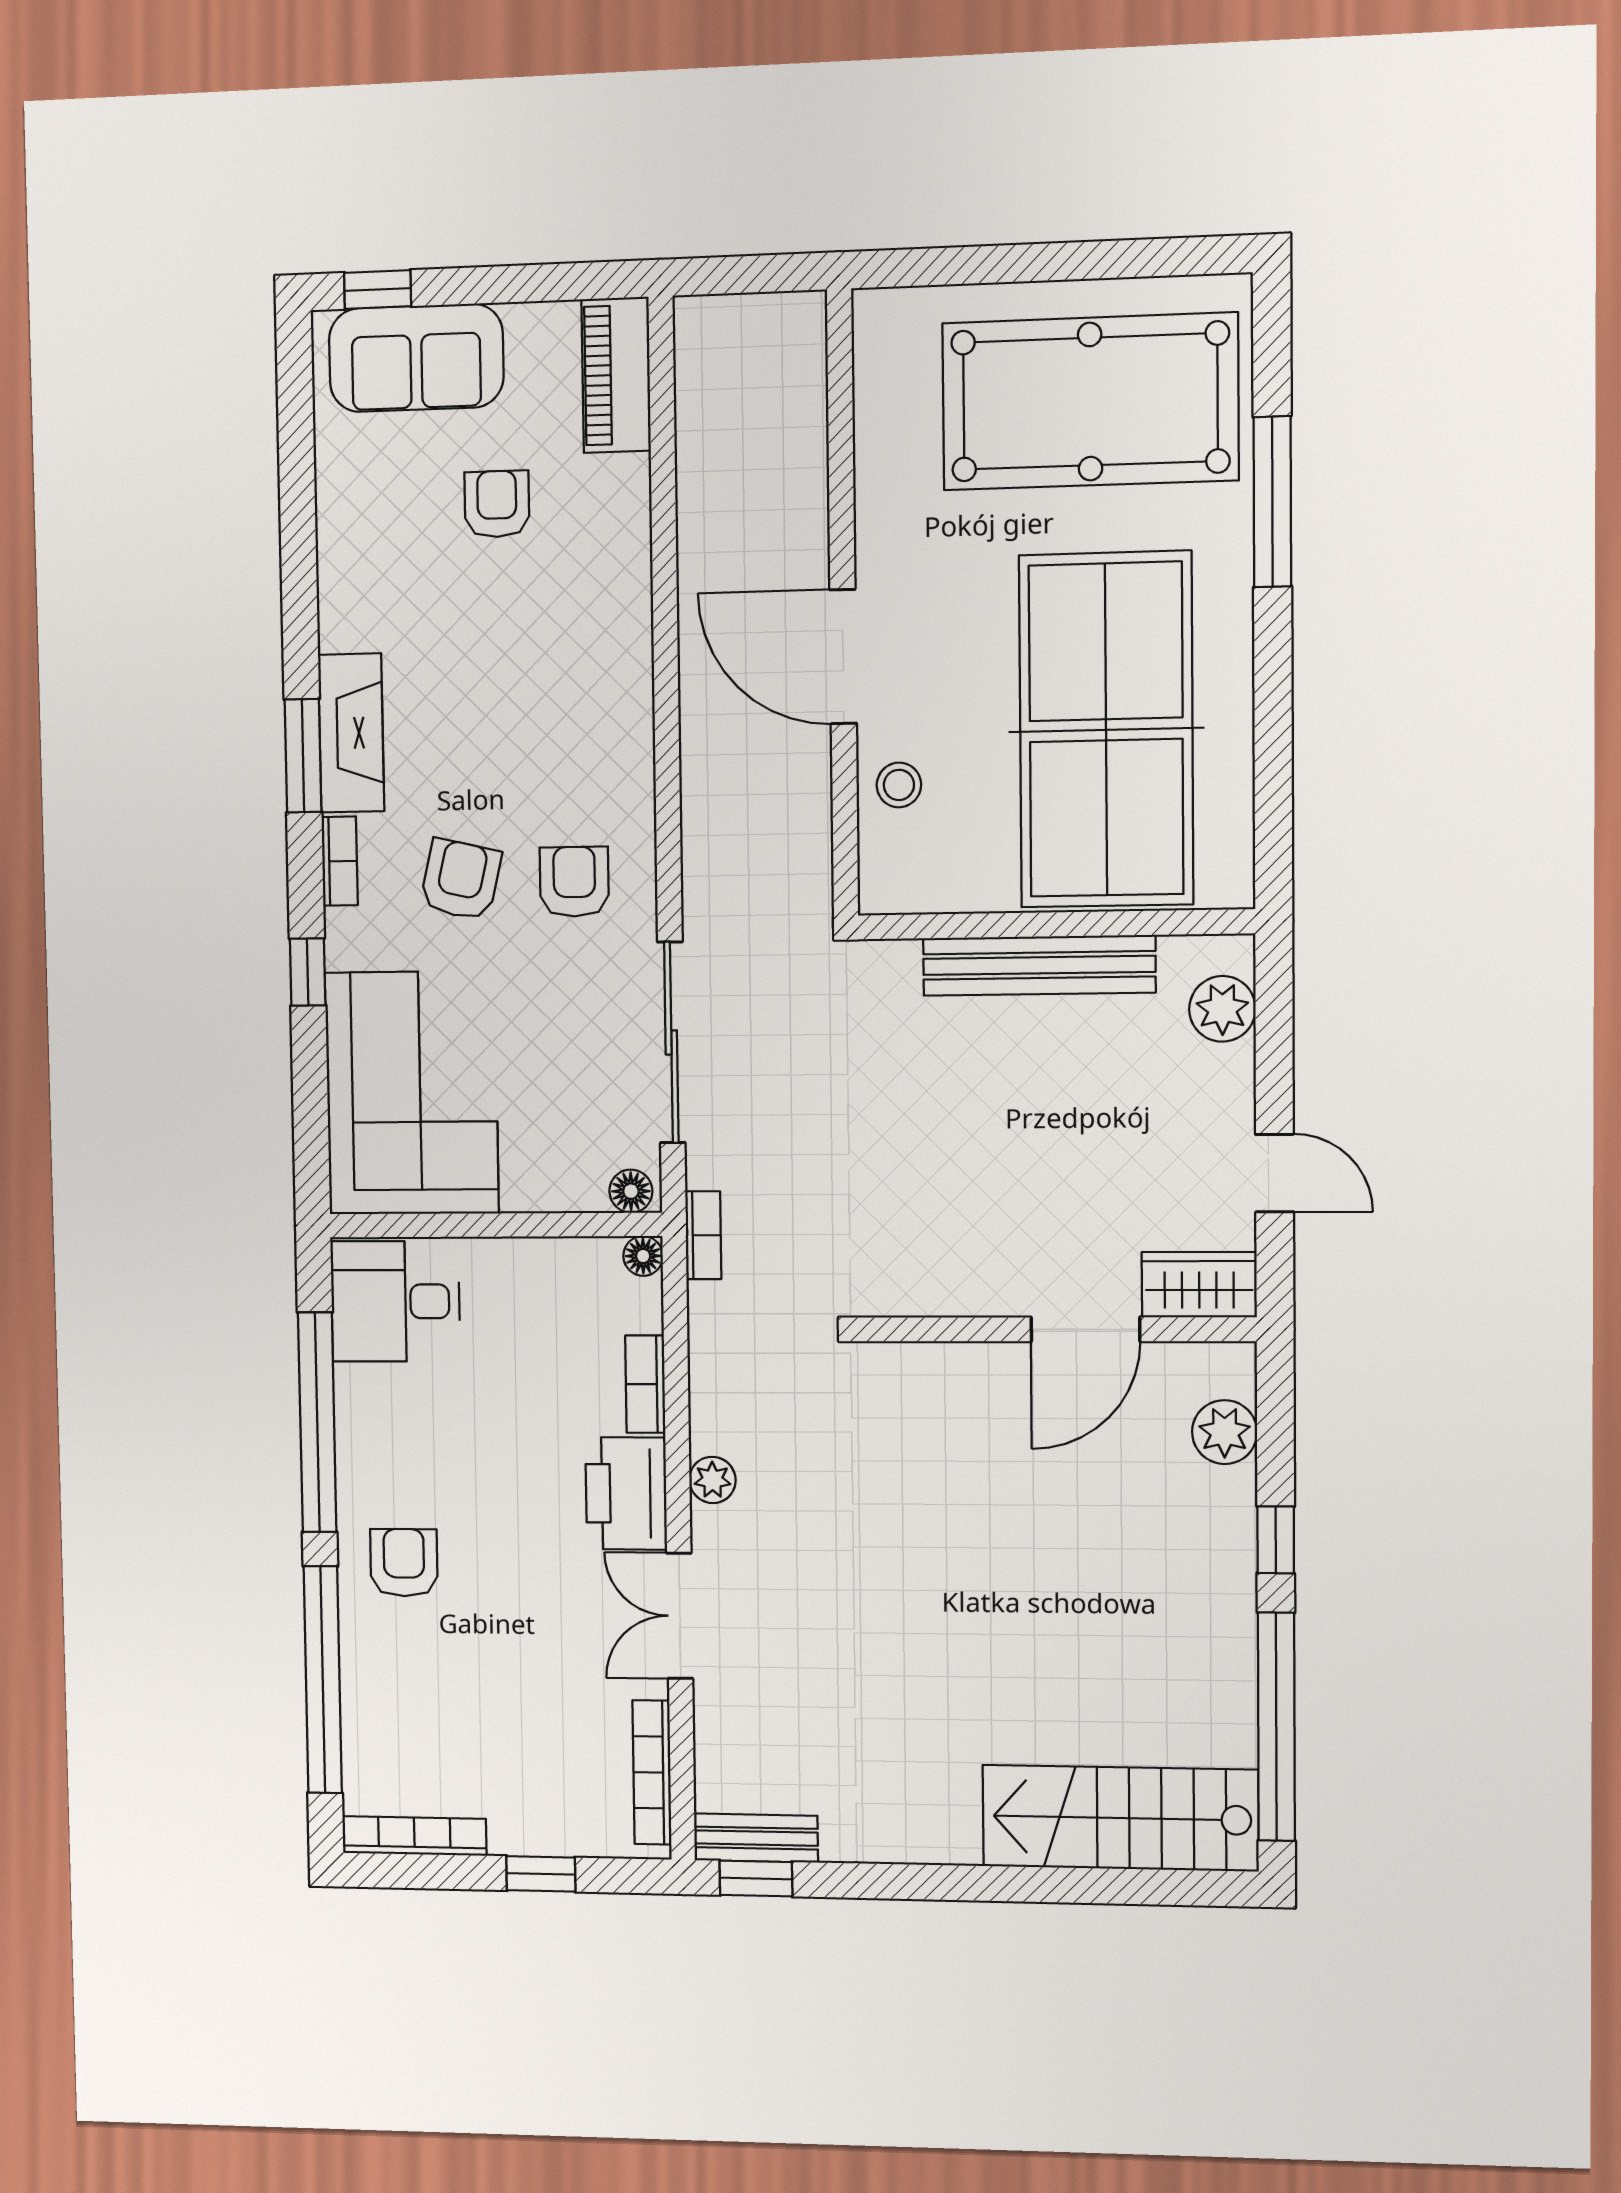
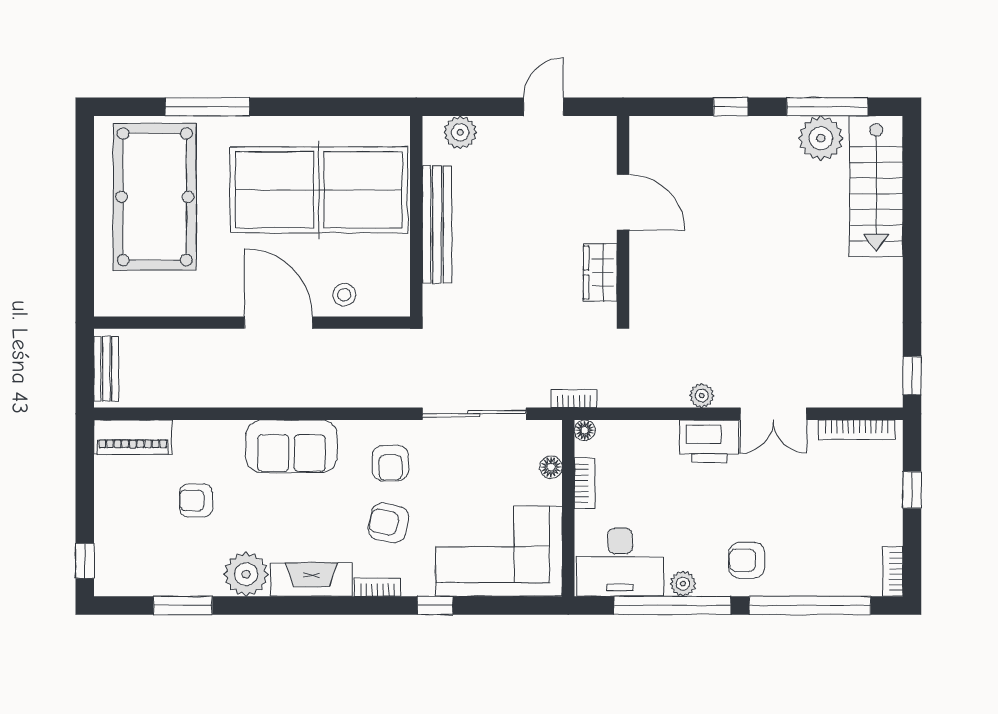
sofa: (416, 358) -> (291, 446), moved, turned 90
plant: (359, 606) -> (246, 574), added
door: (843, 657) -> (279, 323), swing flipped
window: (303, 756) -> (183, 605), moved
armchair: (574, 882) -> (390, 463), turned -90
floor lamp: (631, 1191) -> (551, 467), moved
wardrobe: (1199, 1285) -> (600, 273), moved
desk: (395, 1301) -> (620, 562), width x1.37
bookcase: (645, 1384) -> (585, 483), moved, turned -90
plant: (1225, 1432) -> (821, 138), moved, width x1.36, depth x1.36
plant: (358, 1442) -> (683, 584), added
window: (1276, 1727) -> (827, 107), width x0.68
bookcase: (414, 1836) -> (893, 571), width x0.64
bench: (756, 1838) -> (106, 369), moved

